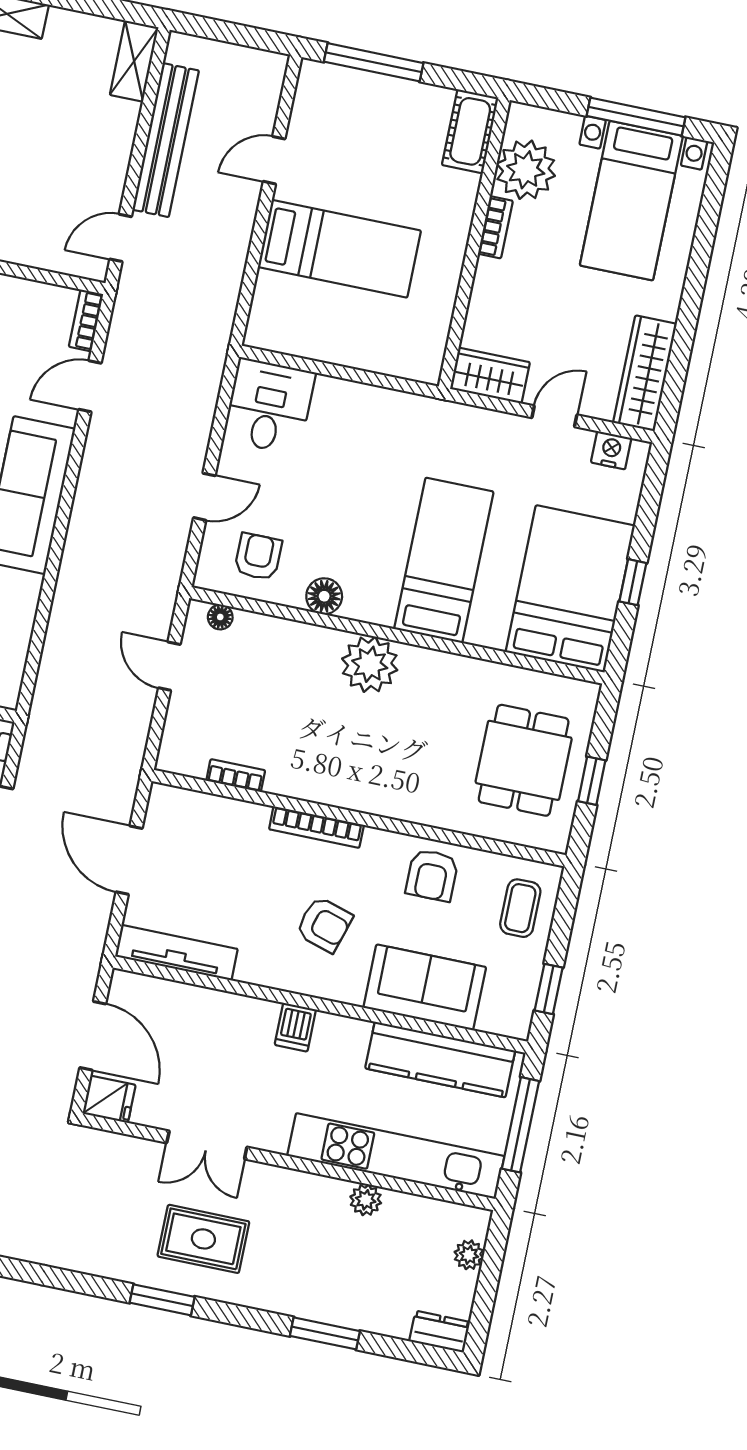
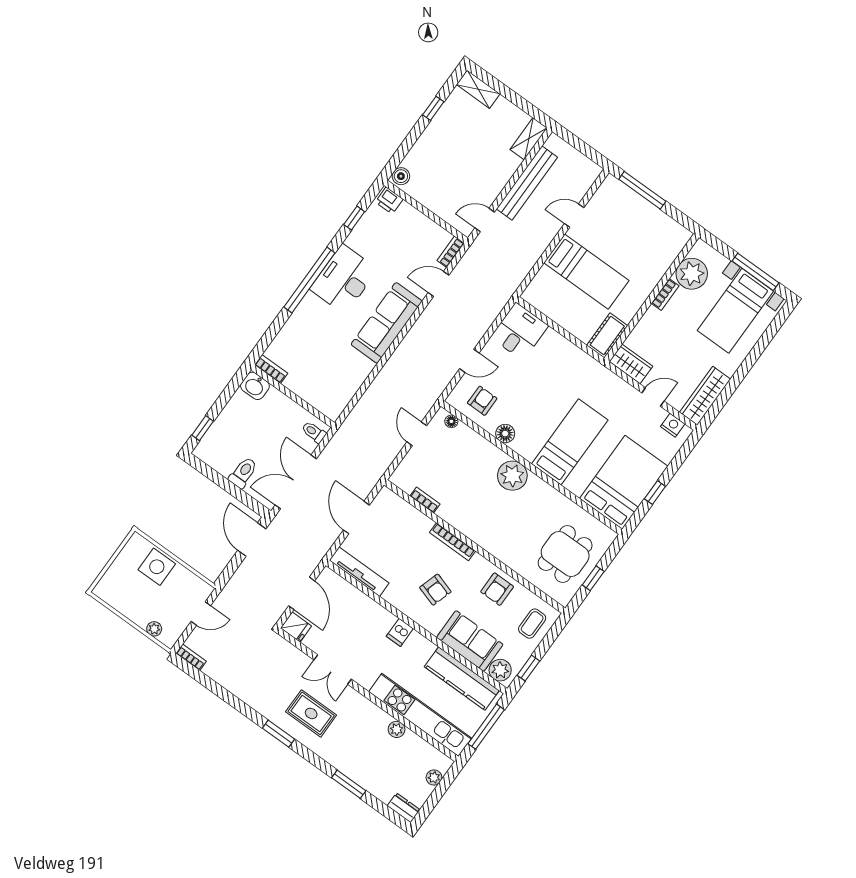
cot: (470, 131) -> (607, 336), moved
plant: (501, 1015) -> (500, 670), added

